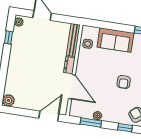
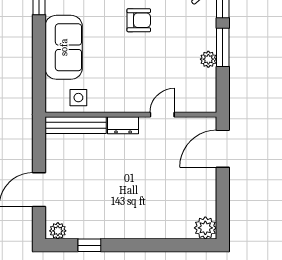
door: (72, 87) -> (162, 115), width x0.53
door: (49, 116) -> (223, 149), hinge flipped
window: (91, 122) -> (223, 47), moved

